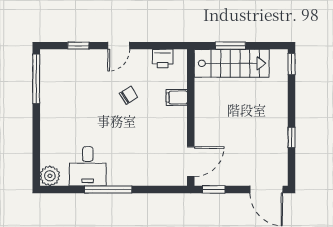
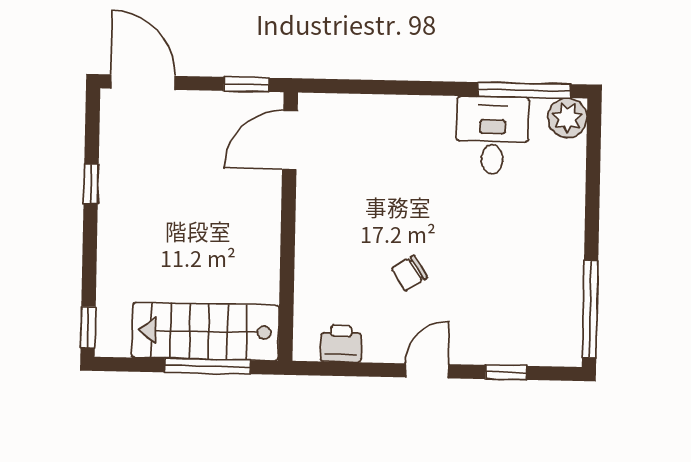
window: (230, 46) -> (207, 366), width x1.44
filing cabinet: (177, 97) -> (315, 267), removed
window: (108, 190) -> (524, 90), moved

